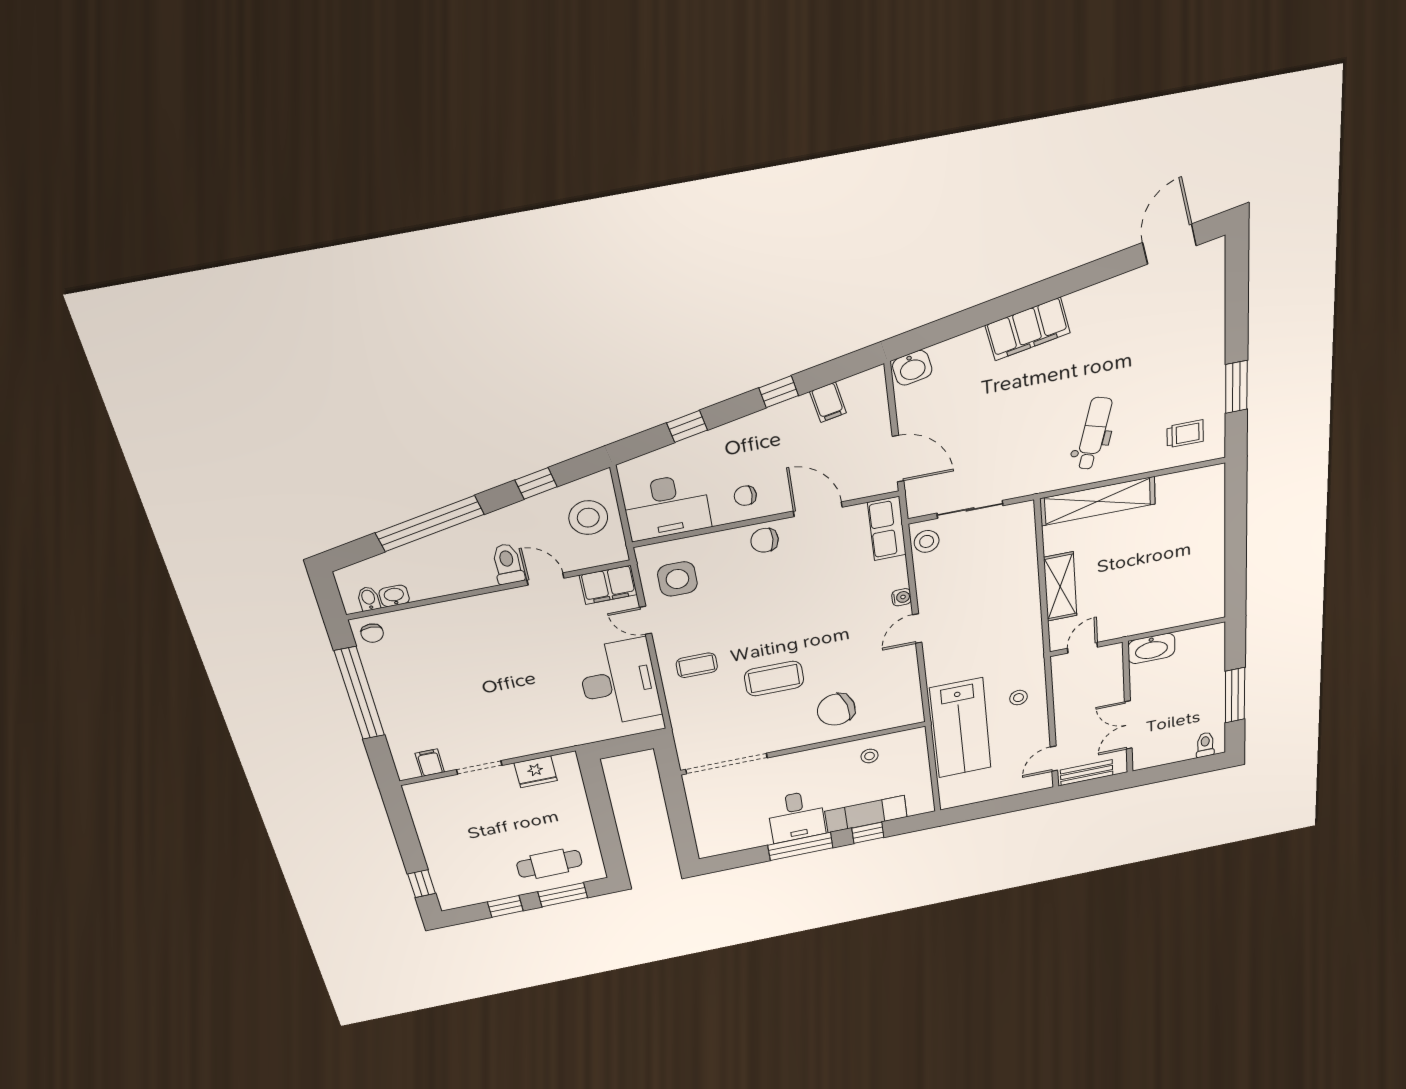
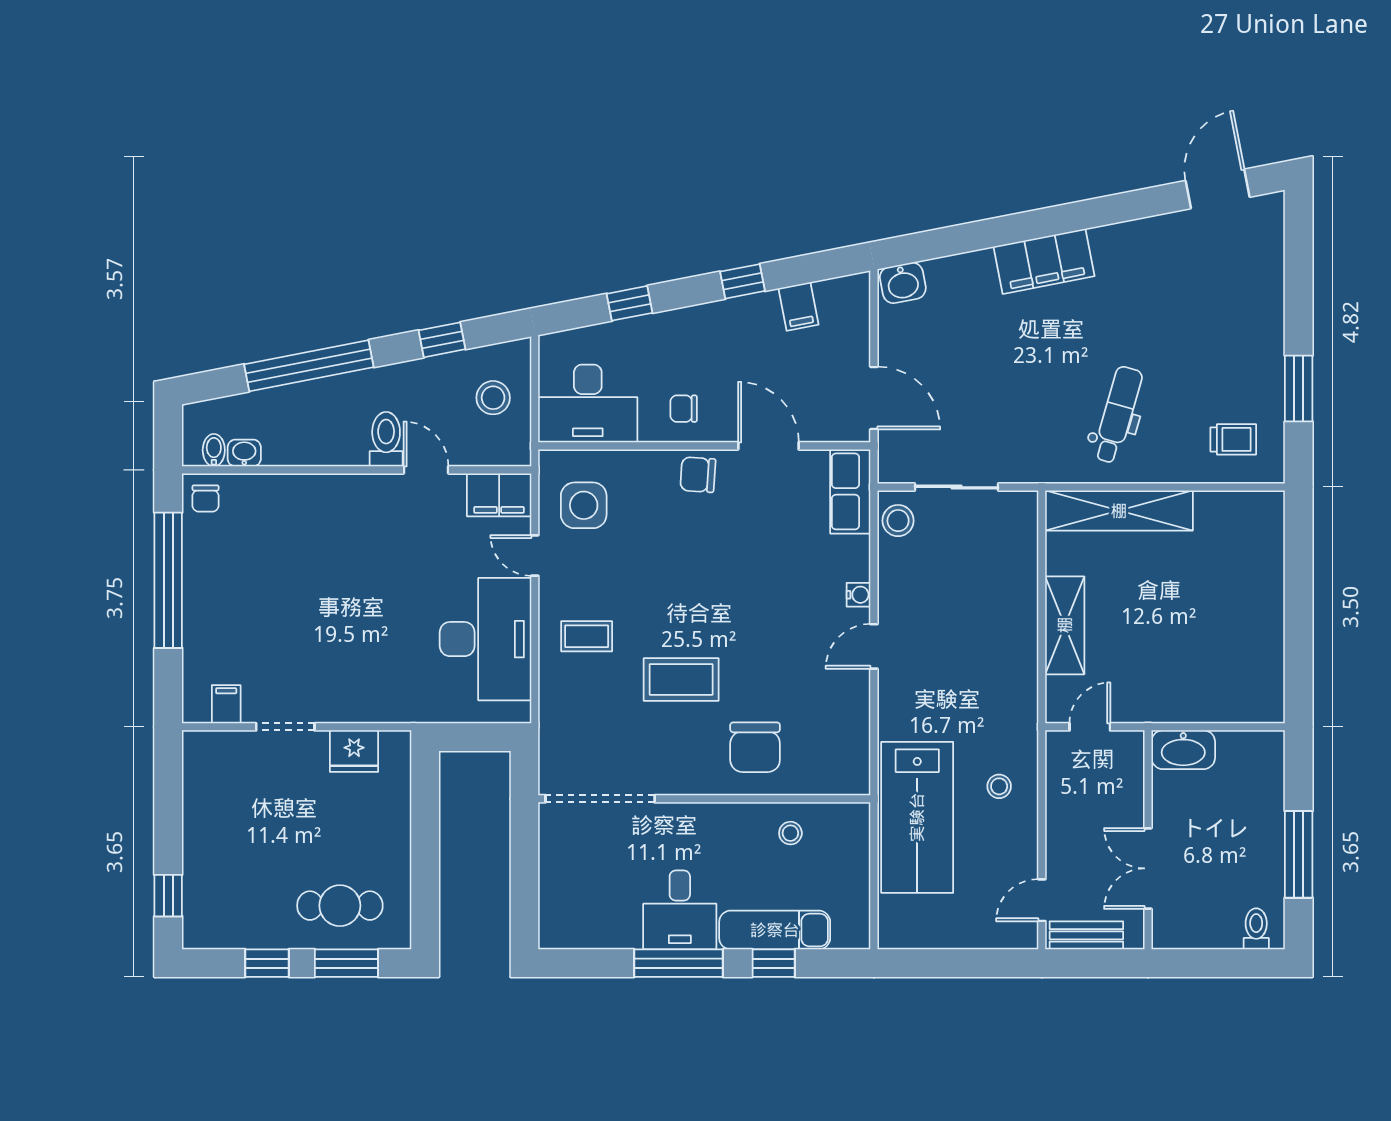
stool: (588, 518) -> (493, 398), width x0.73, depth x0.73
chair: (836, 710) -> (755, 747), turned -76

